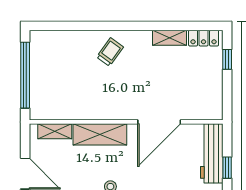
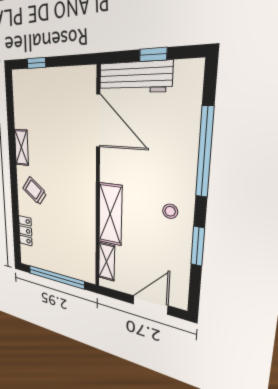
shelving: (169, 38) -> (21, 147), moved
locker: (204, 38) -> (25, 231), moved
door: (159, 122) -> (98, 121), moved

